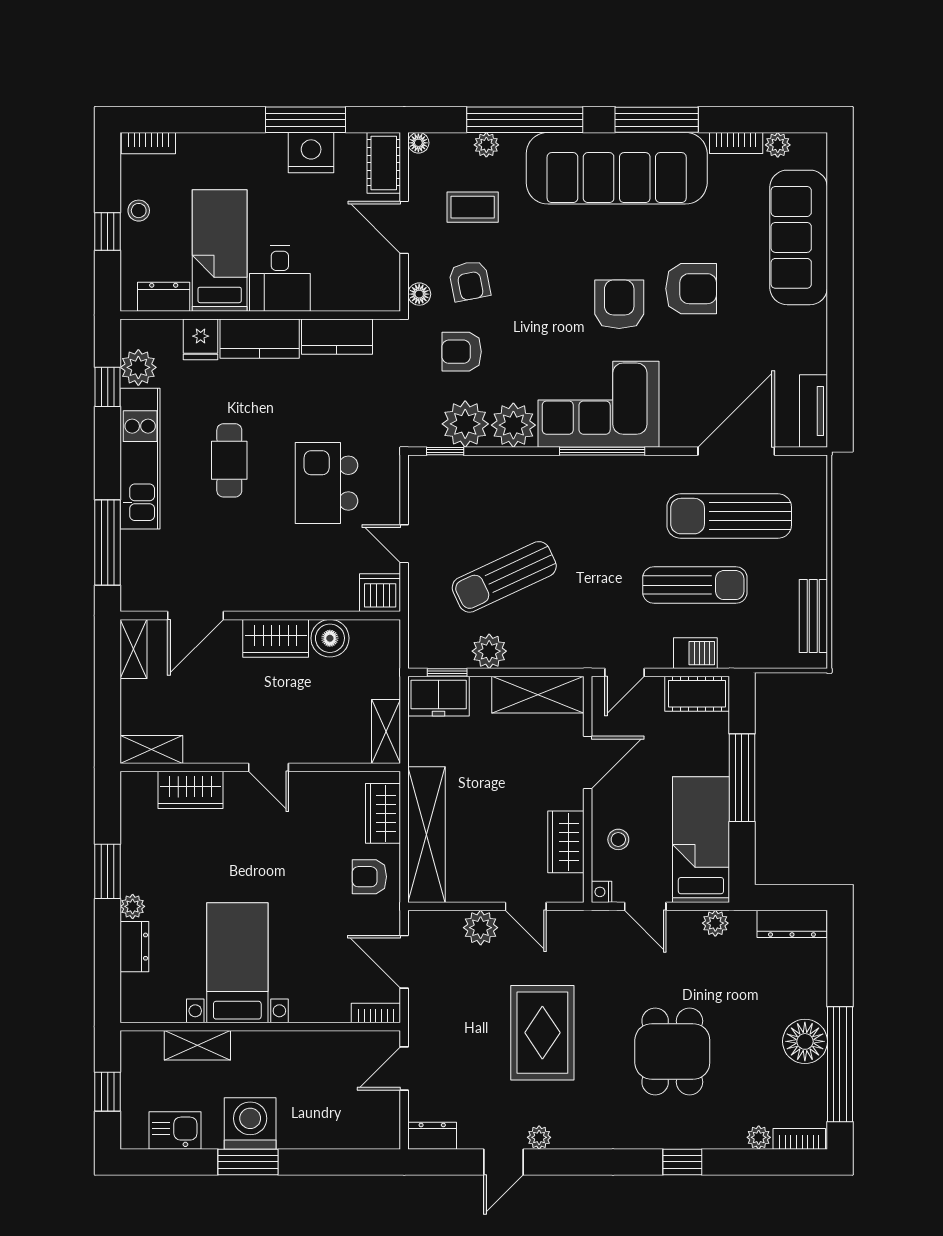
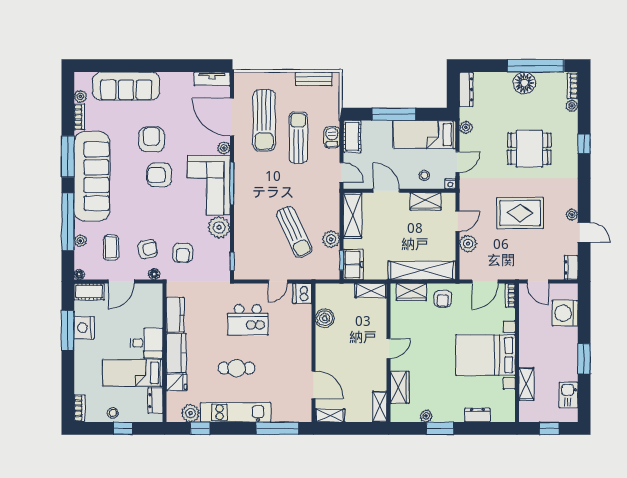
plant: (465, 424) -> (224, 148), moved, width x0.53, depth x0.53
wardrobe: (276, 638) -> (325, 345), removed
plant: (133, 906) -> (426, 416), moved
bed with nightstands: (237, 963) -> (485, 355), width x1.36
washing machine: (250, 1123) -> (565, 313), moved

